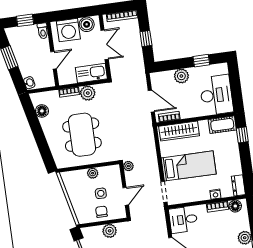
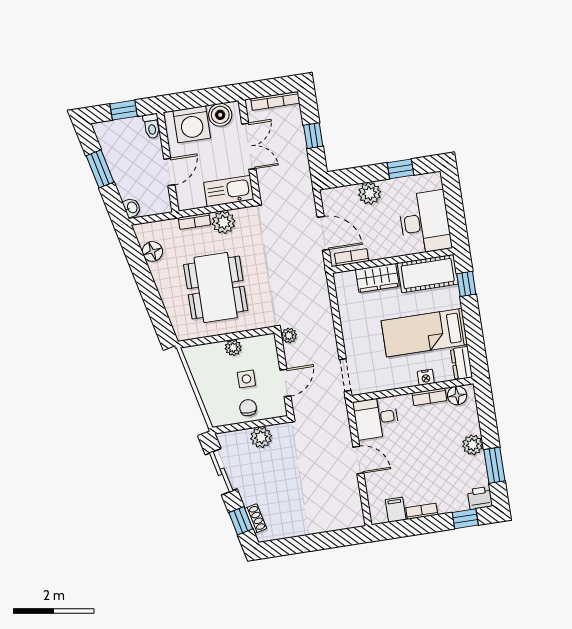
cot: (222, 125) -> (428, 274), width x1.37, depth x1.34
wardrobe: (179, 131) -> (377, 278), width x0.67
bed: (189, 166) -> (424, 333), moved, turned 180

